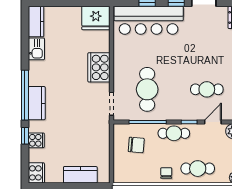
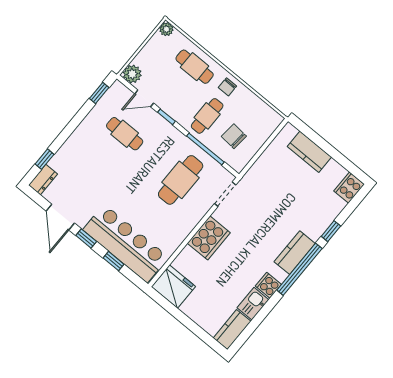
cafe table: (174, 133) -> (207, 116), moved, turned 90
cooker: (36, 140) -> (268, 285), moved

